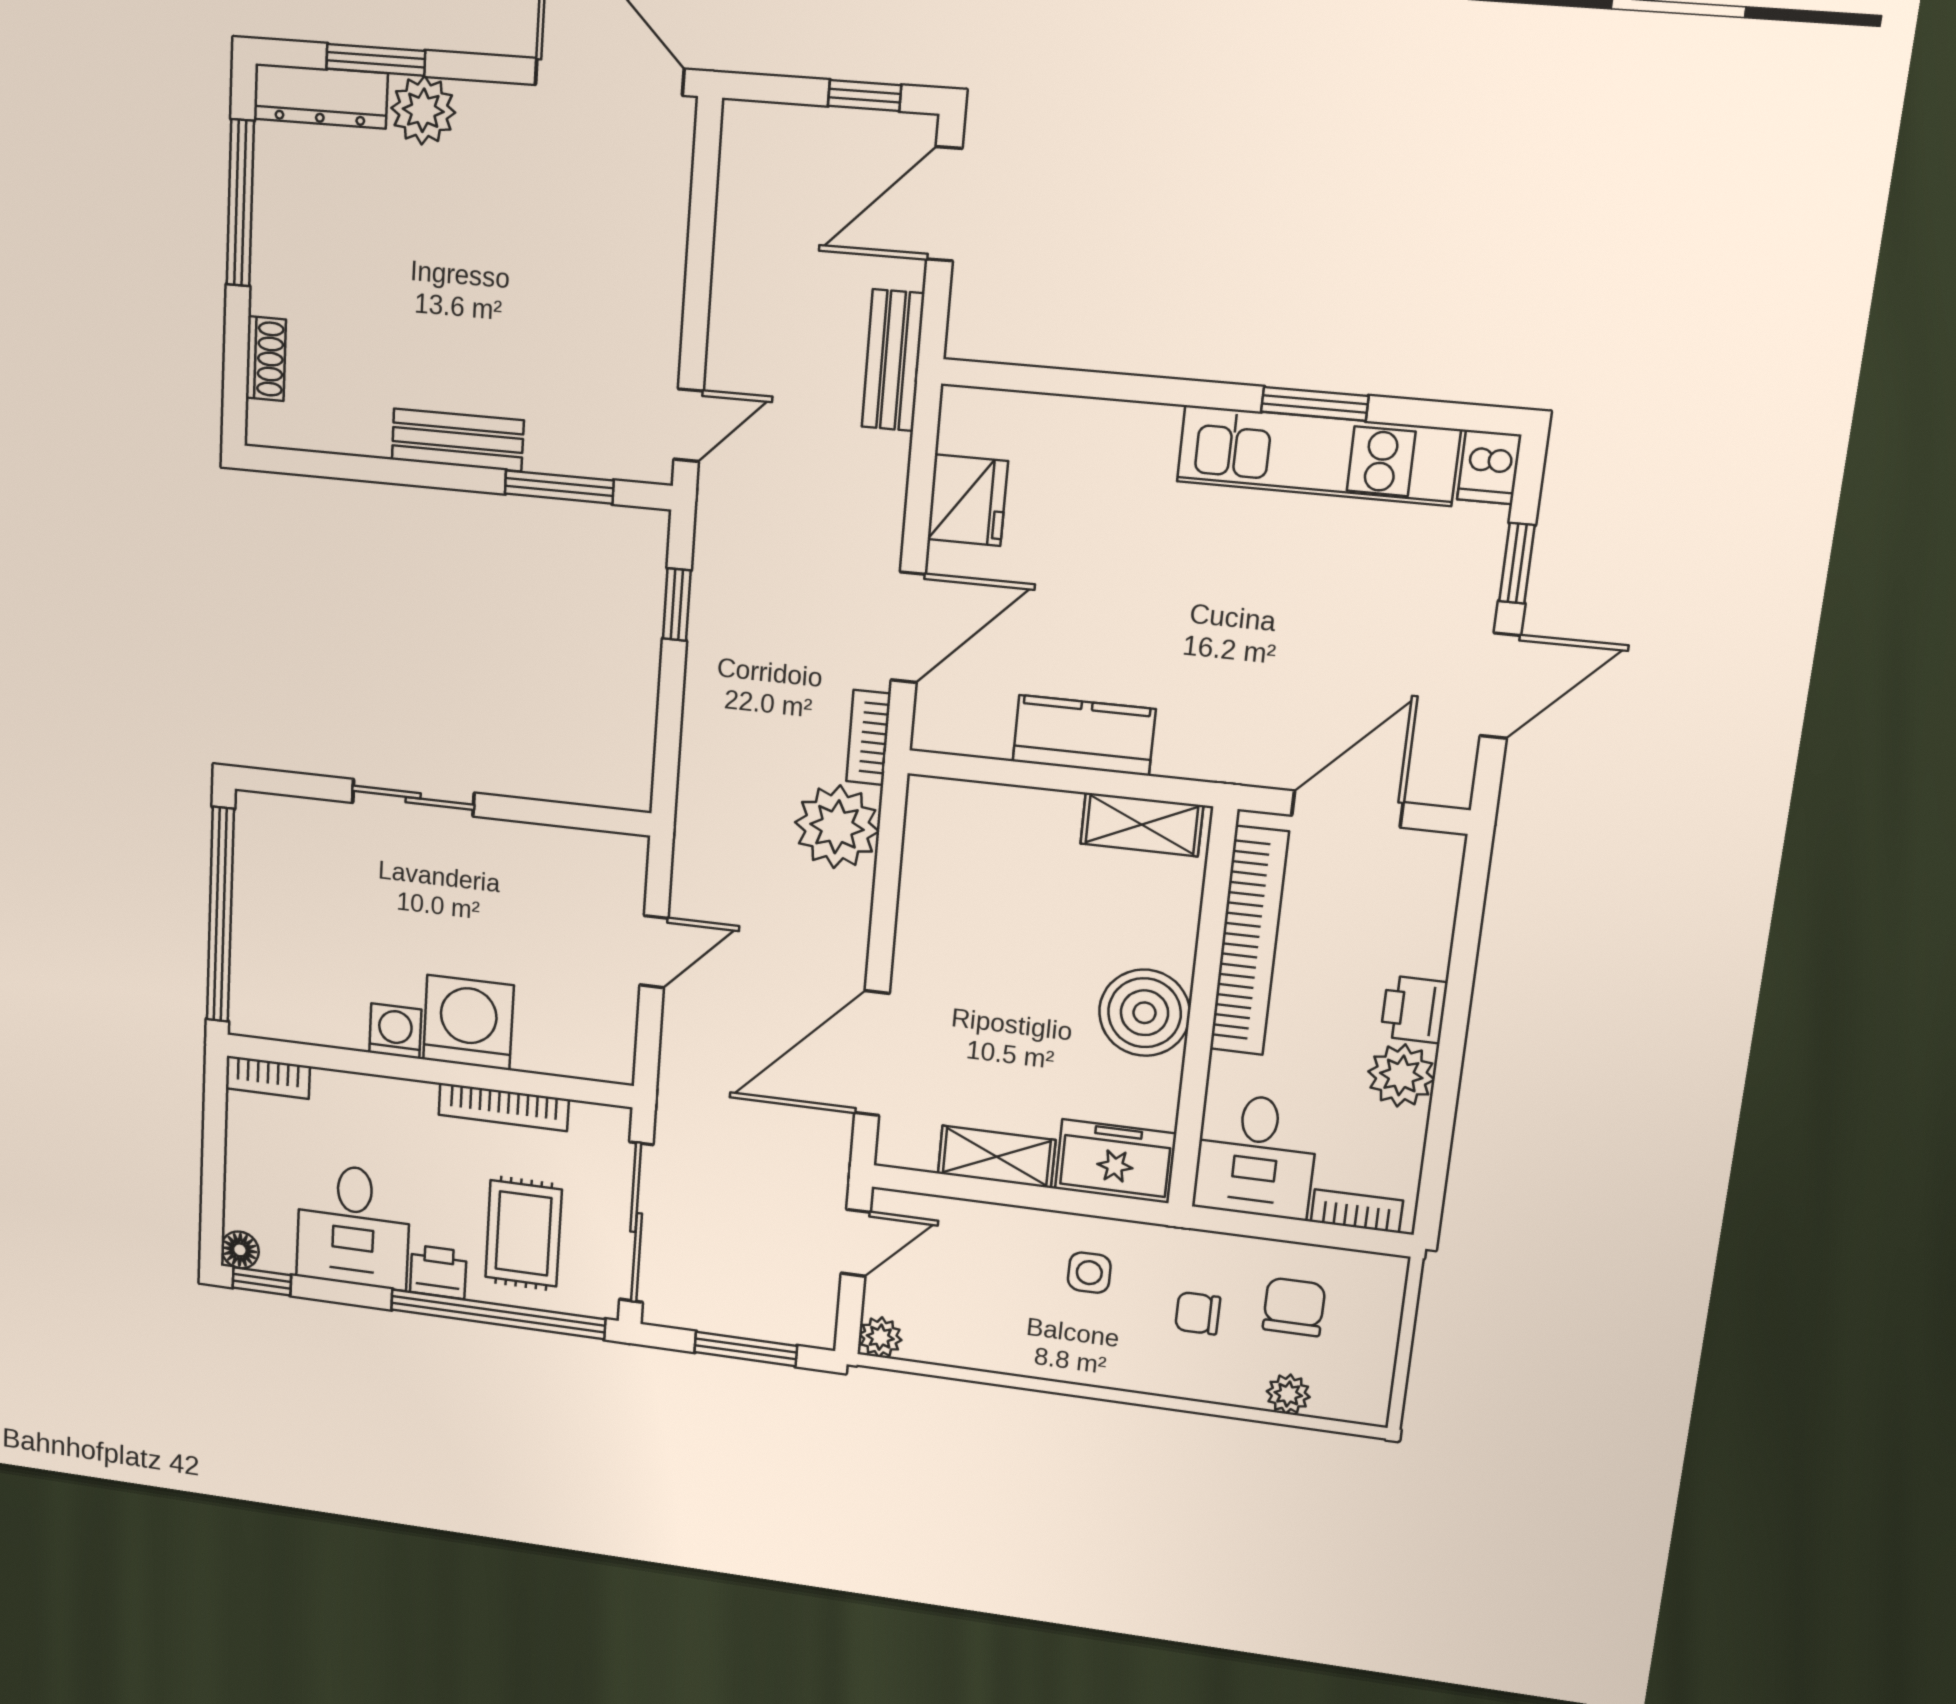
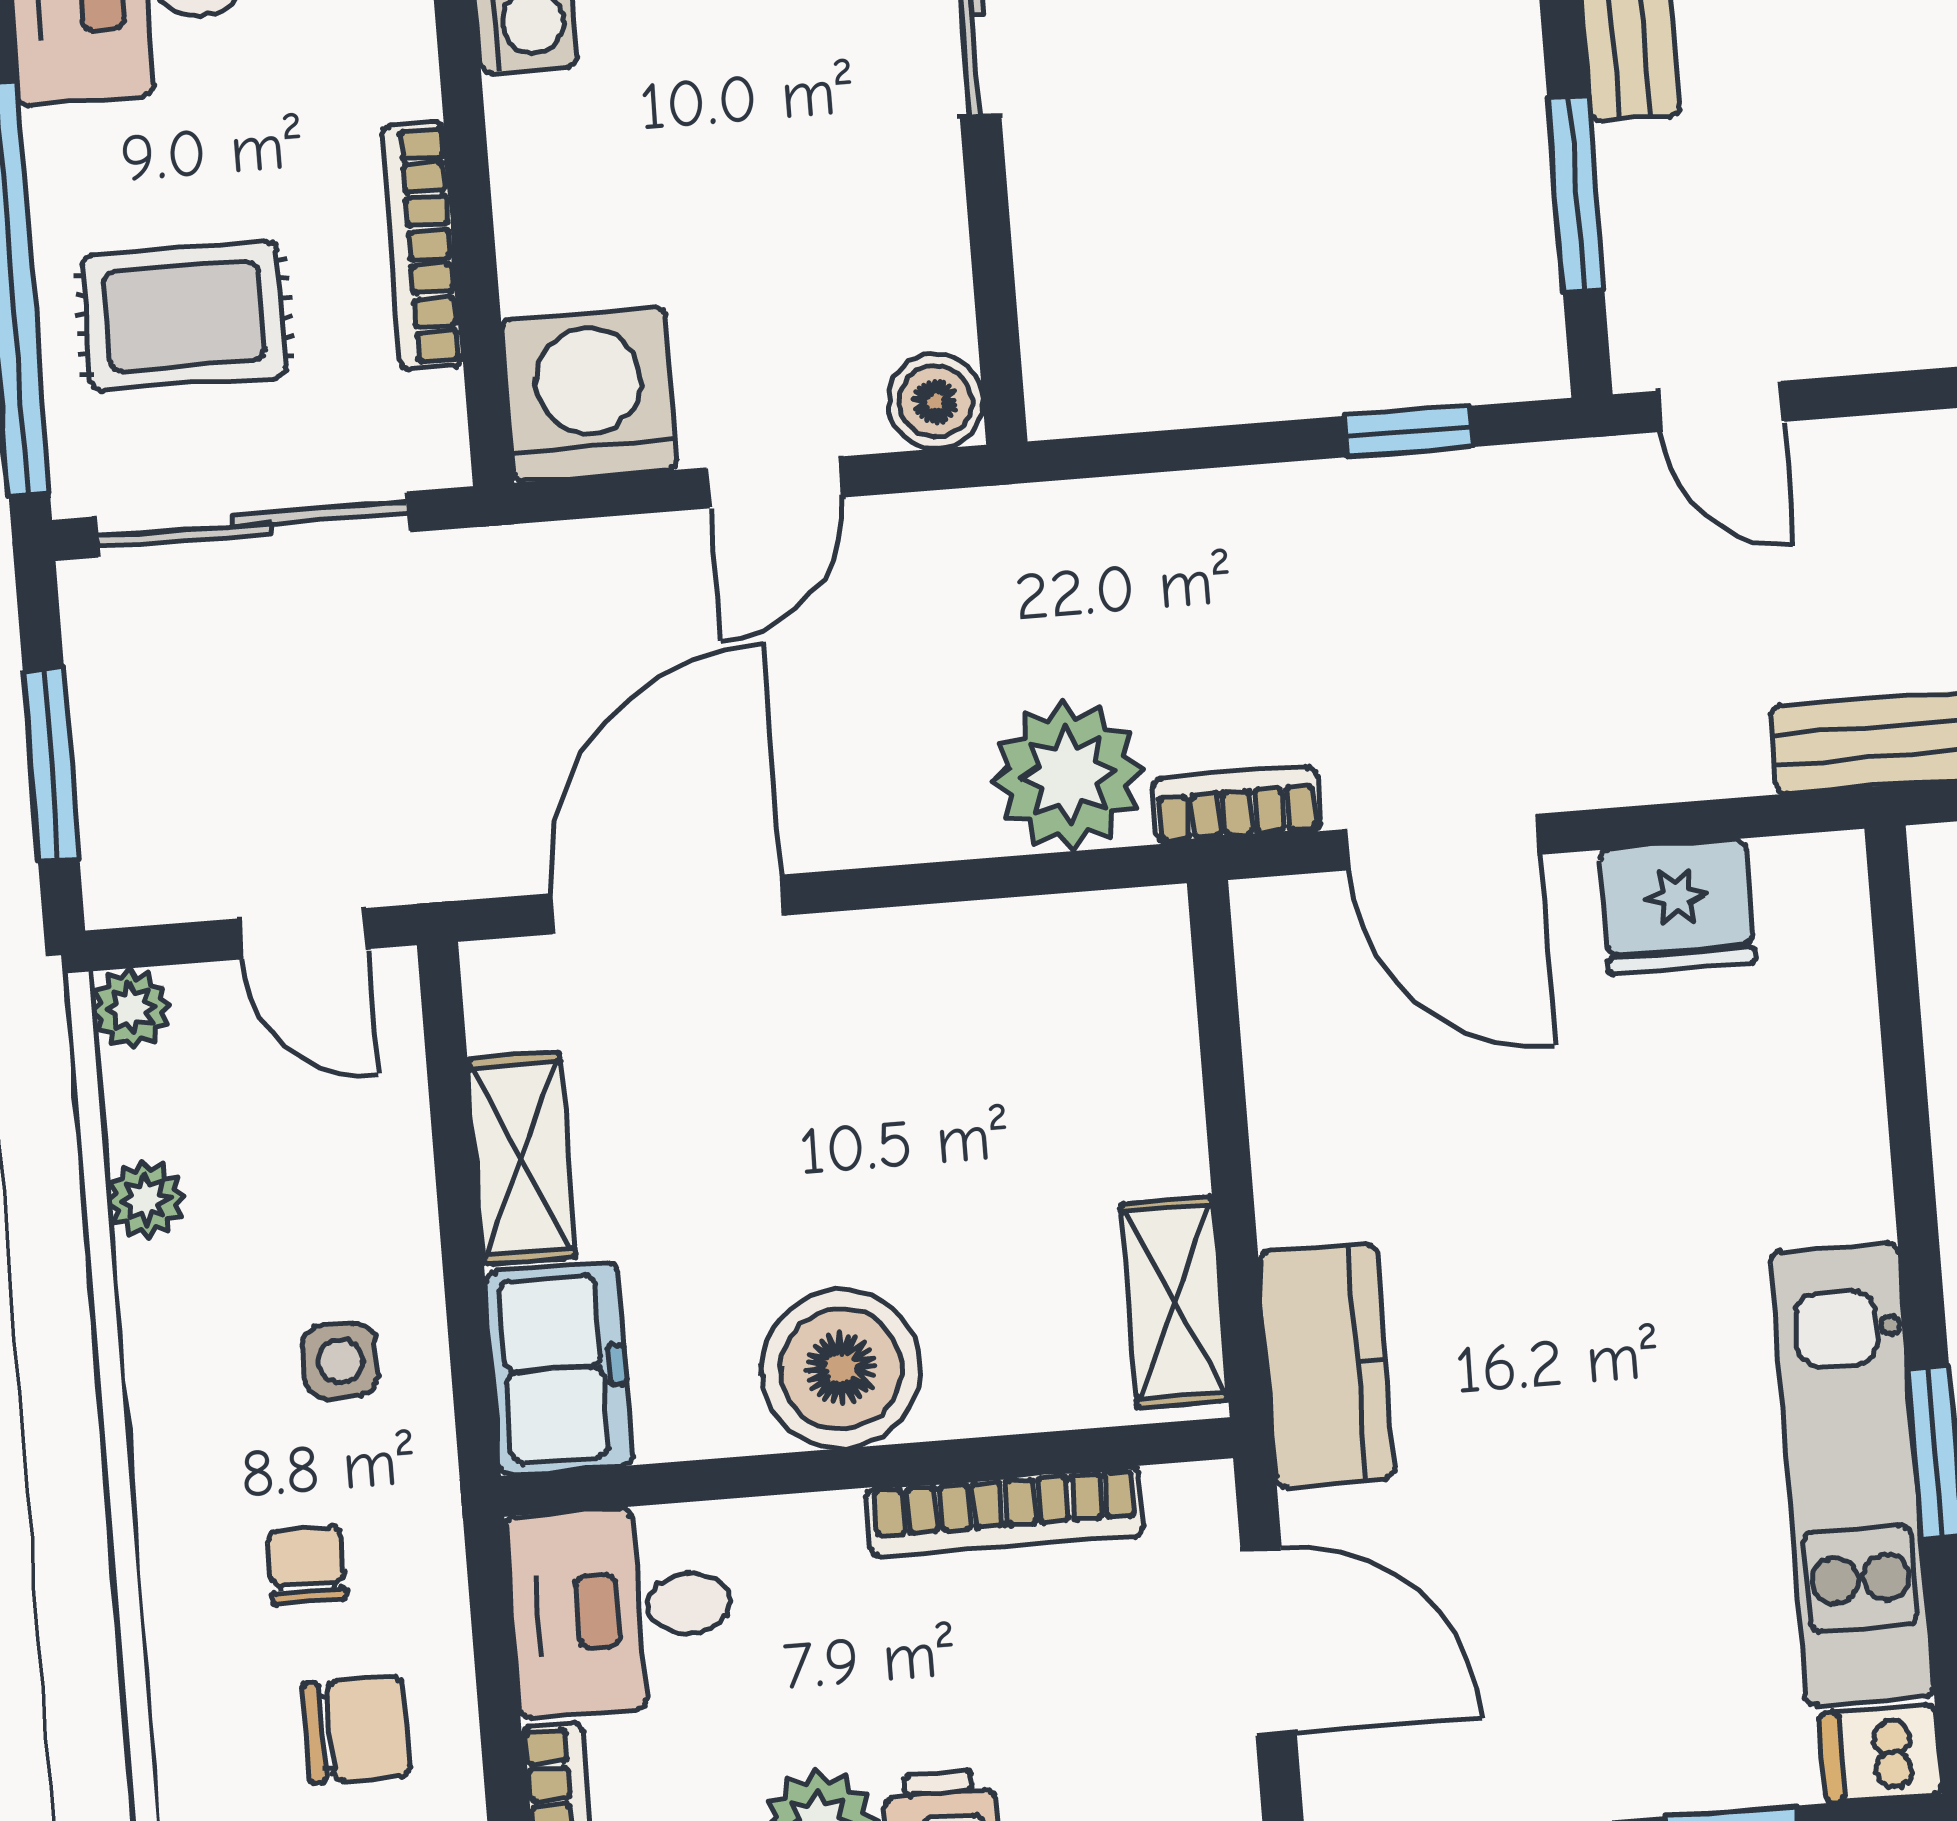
kitchen counter: (1084, 735) -> (1326, 1365), moved
boiler: (623, 858) -> (935, 401), added
bookcase: (1249, 941) -> (1005, 1512), width x0.68, depth x0.76
door: (654, 952) -> (774, 483), hinge flipped
washing machine: (468, 1022) -> (589, 394), moved, turned -90
door: (872, 1053) -> (667, 904), hinge flipped
printer: (438, 1272) -> (72, 164), removed
plant: (1288, 1394) -> (146, 1200), moved

